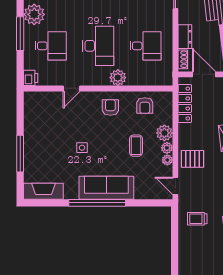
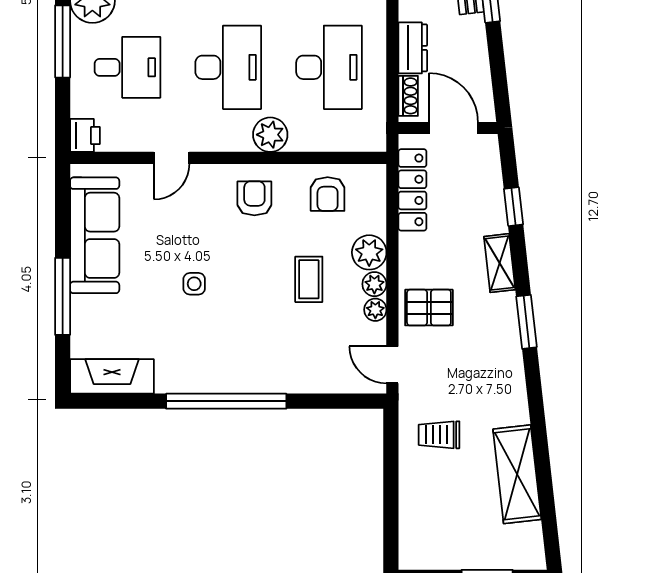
desk: (146, 46) -> (329, 67), width x1.37
sofa: (106, 188) -> (95, 235), moved, turned 90

